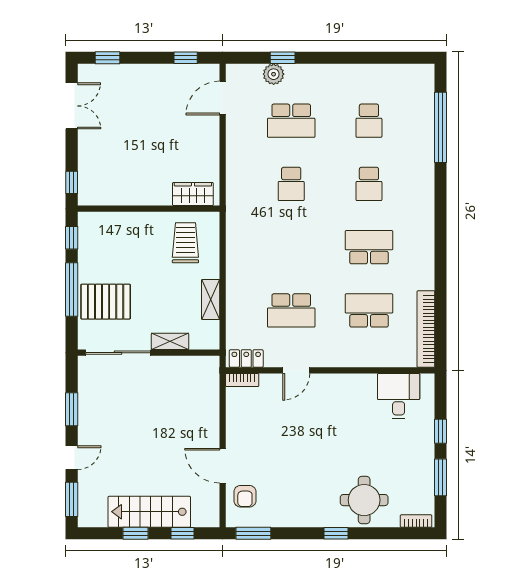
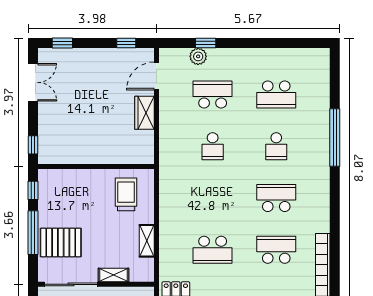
school desk: (291, 121) -> (213, 95), turned 180
school desk: (369, 121) -> (276, 95), width x1.85
window: (441, 127) -> (335, 138), moved
wardrobe: (193, 194) -> (144, 113), moved, turned -90

